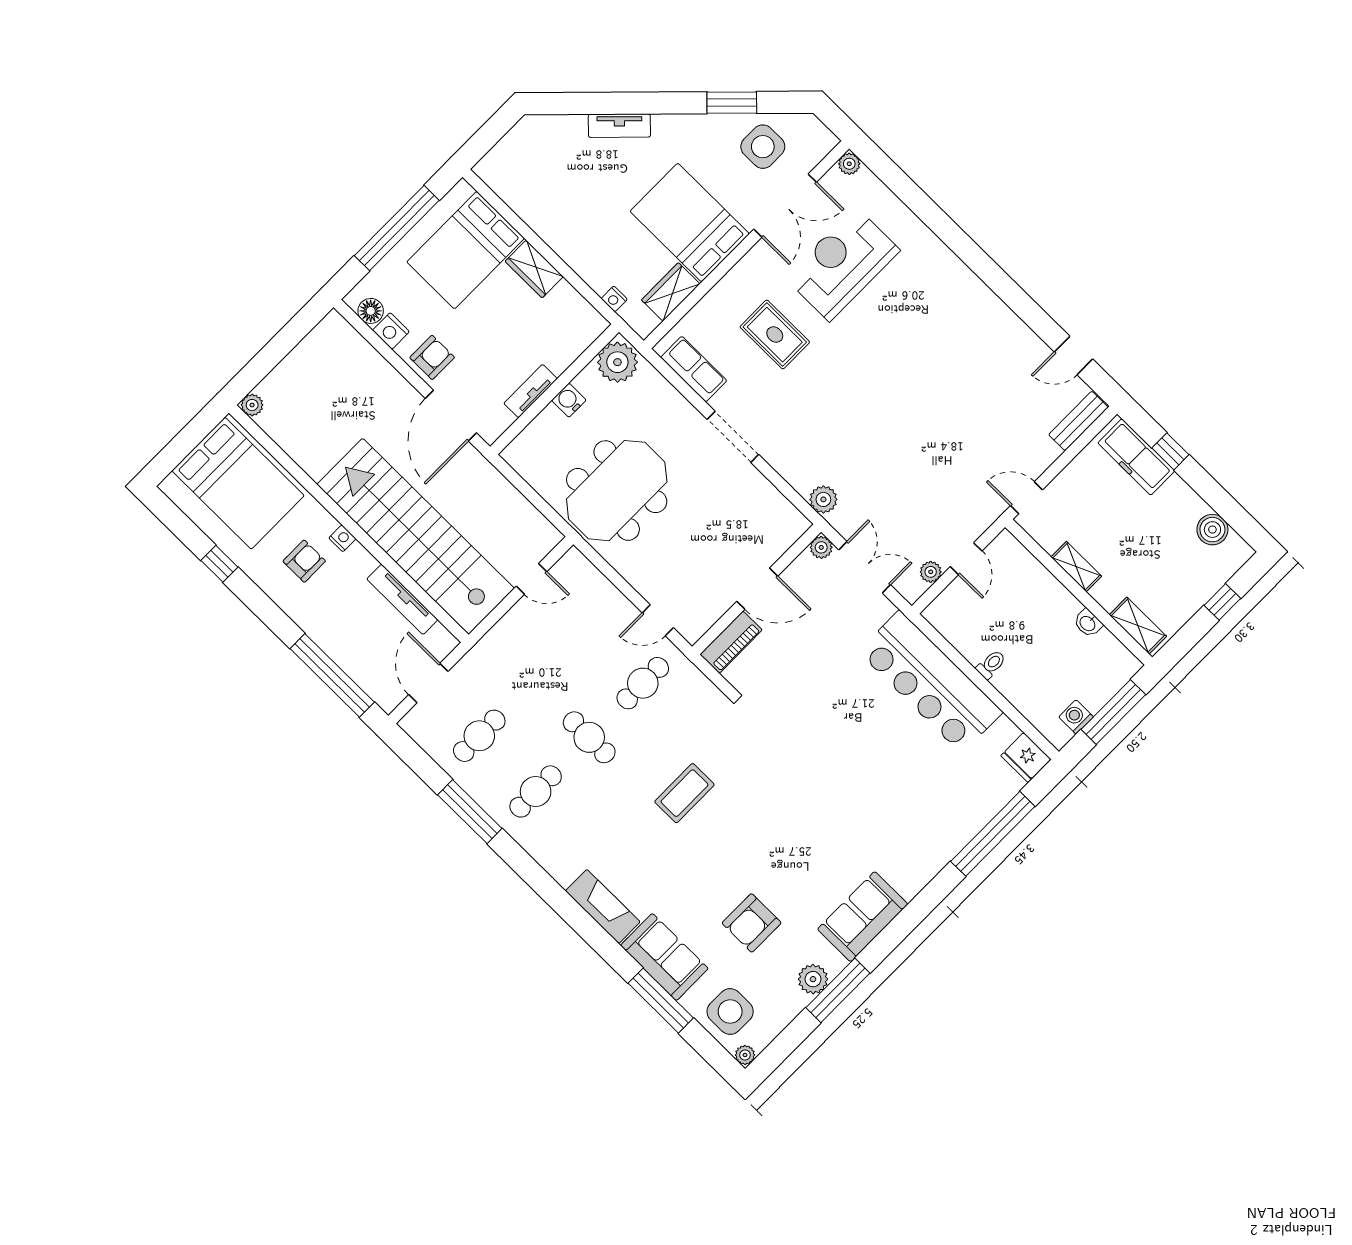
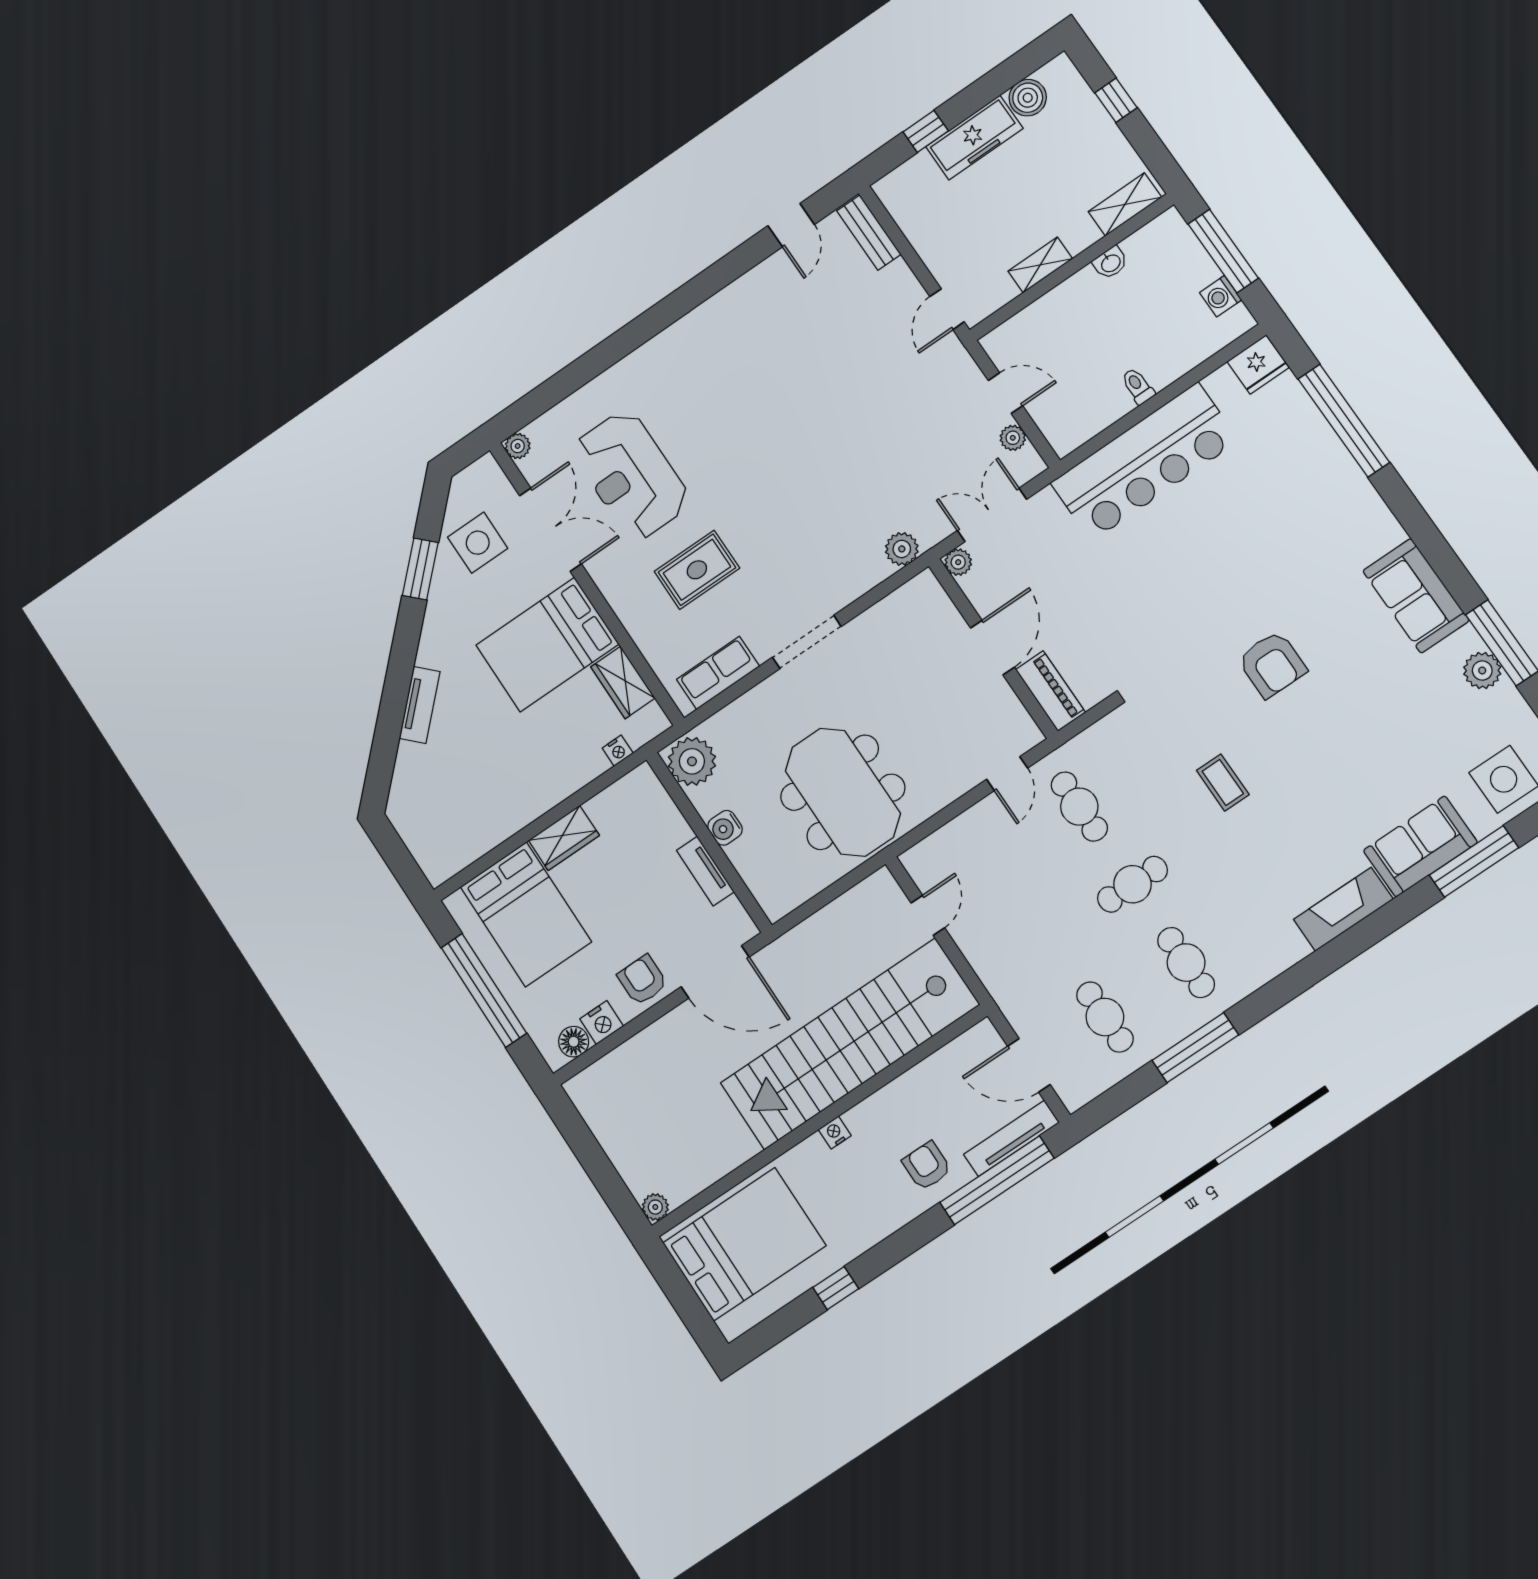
freezer: (1136, 457) -> (974, 138), moved
armchair: (304, 561) -> (927, 1166), moved
tv unit: (402, 599) -> (1011, 1138), moved, turned 180
coffee table: (684, 793) -> (1223, 782), width x0.73, depth x0.77
armchair: (752, 923) -> (1272, 664), moved

